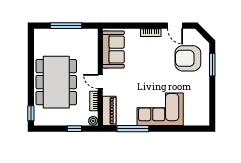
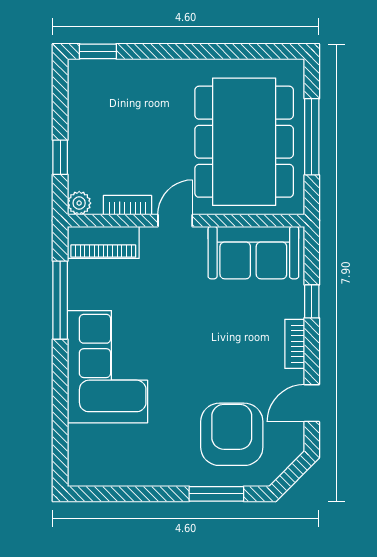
window: (133, 26) -> (312, 301), added
dining table: (56, 82) -> (244, 142), moved, turned 90

